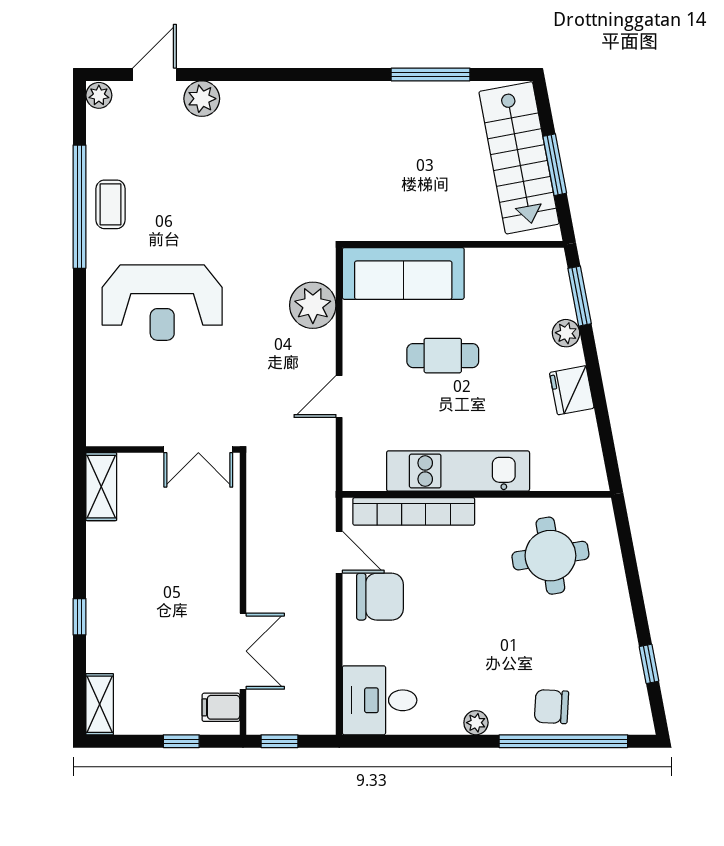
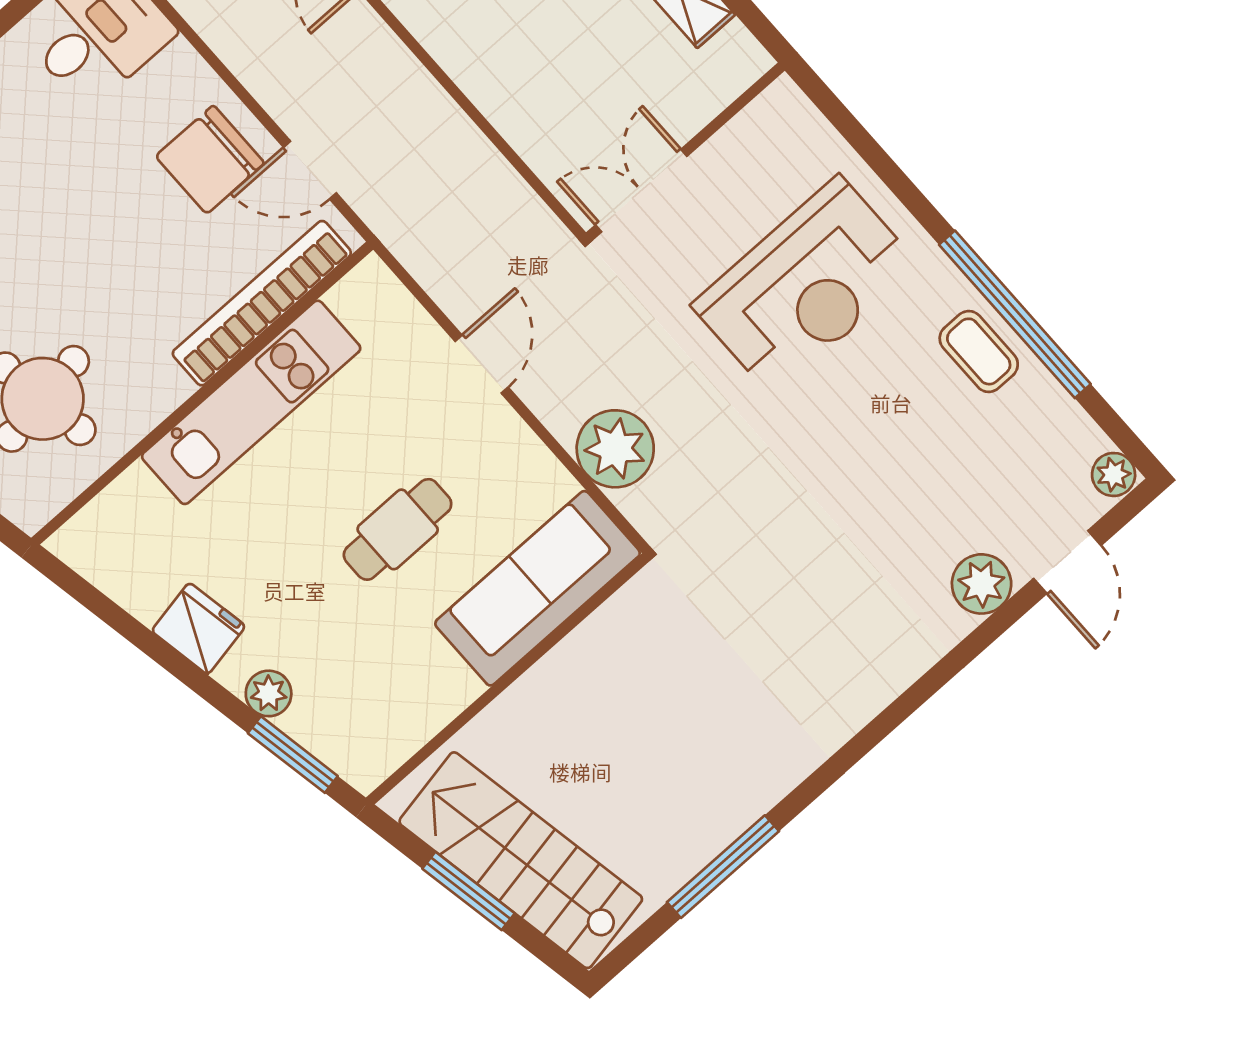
reception desk: (162, 303) -> (806, 286), turned 180
wall: (163, 449) -> (685, 151), moved
double door: (198, 449) -> (641, 191), moved

